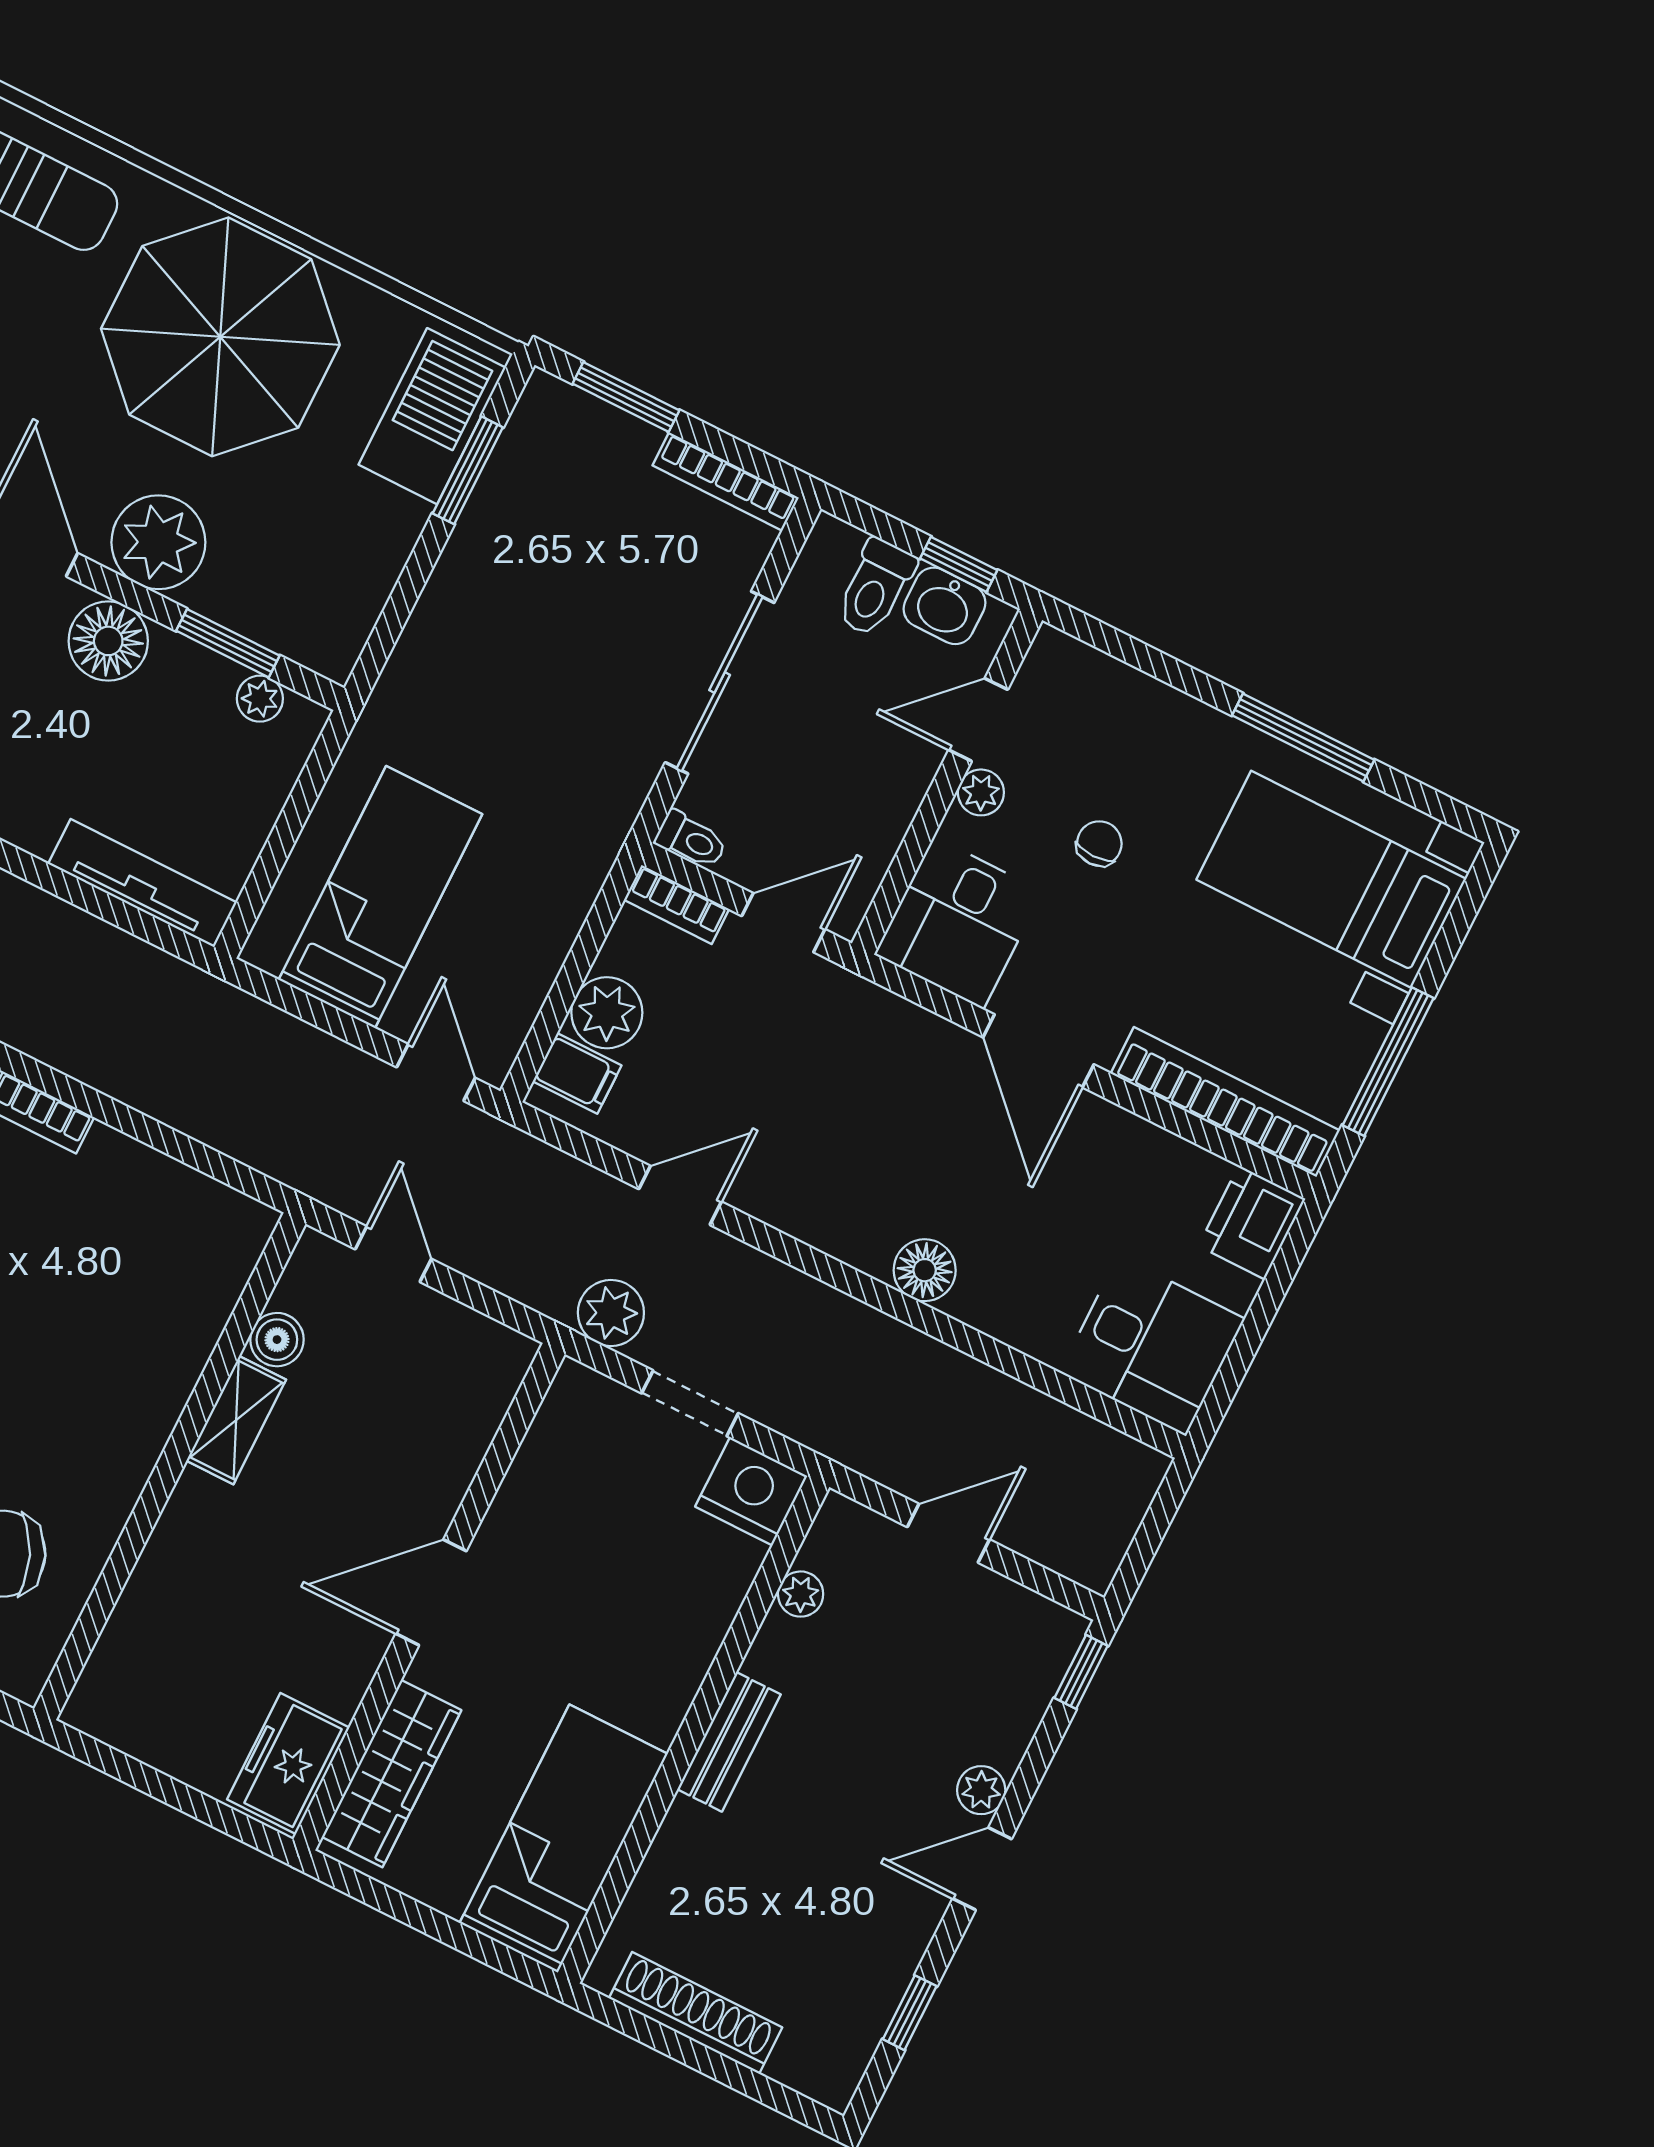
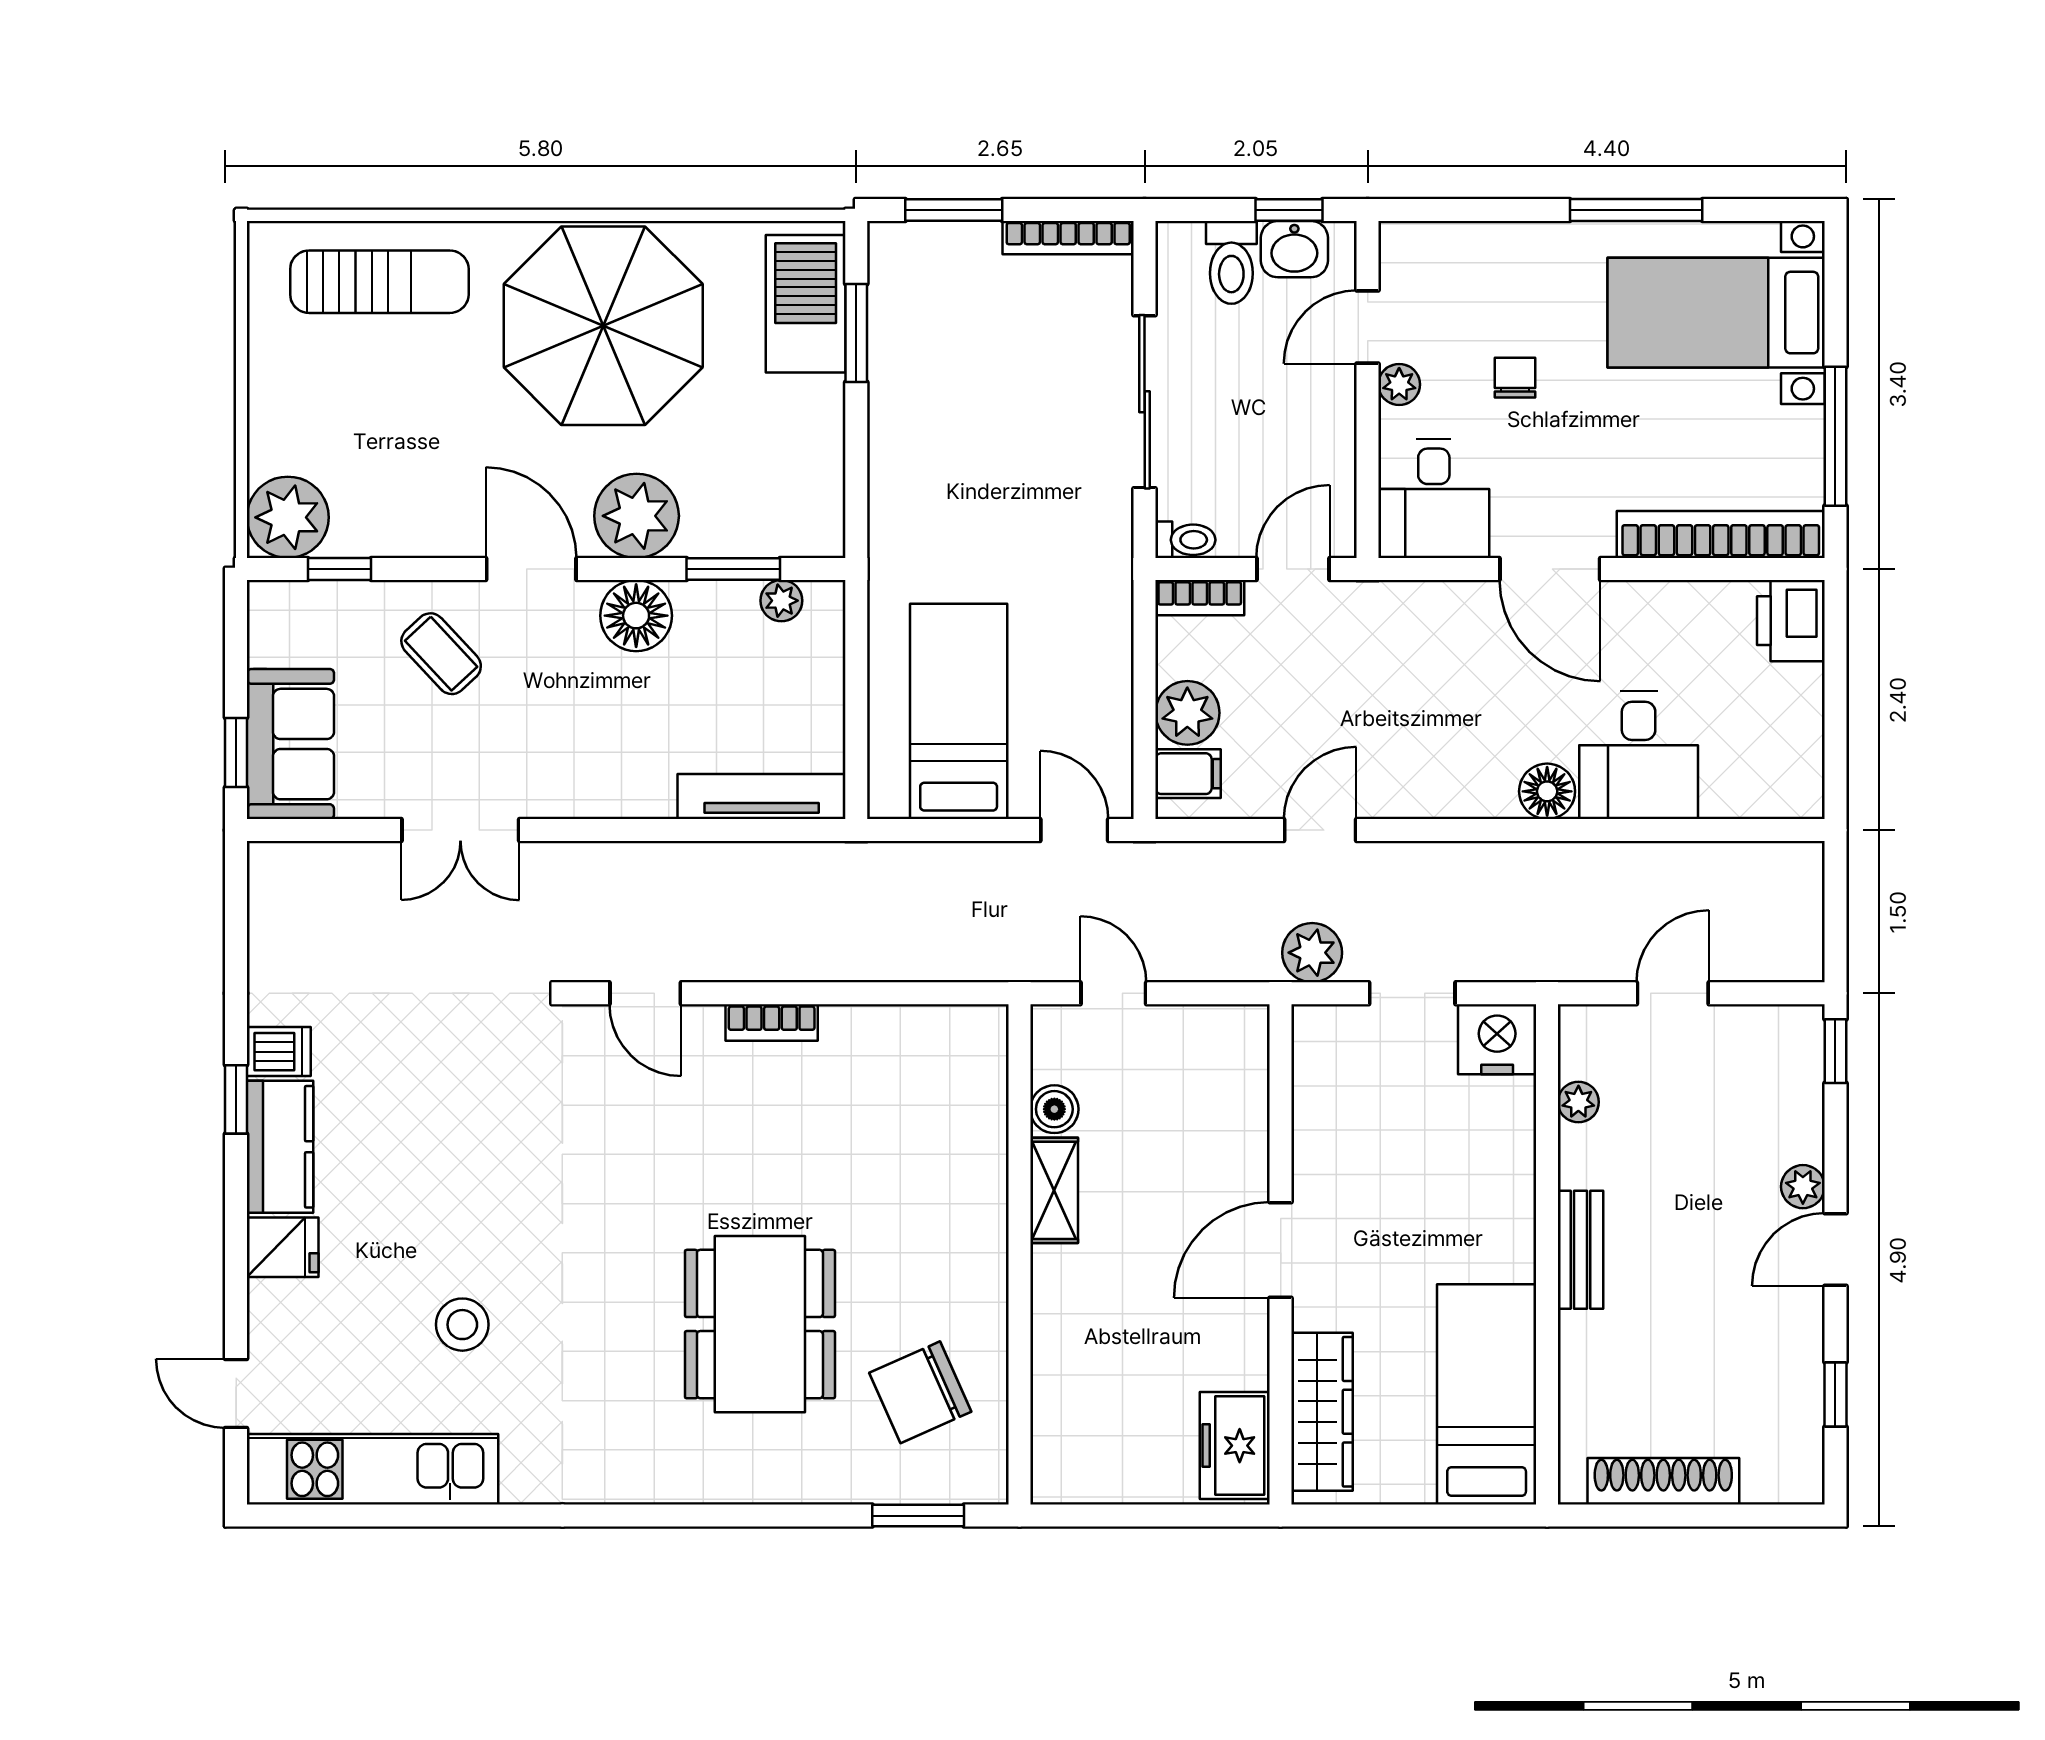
desk: (1152, 1346) -> (1639, 755), moved, turned 90

